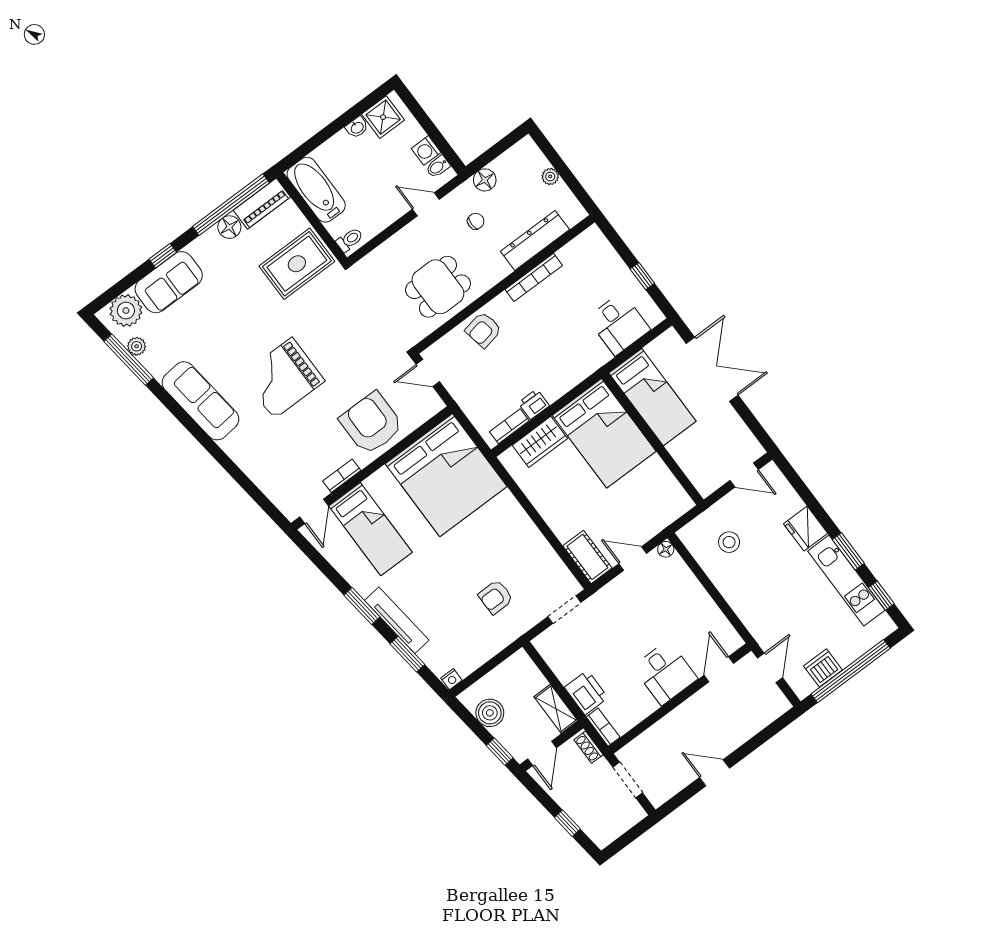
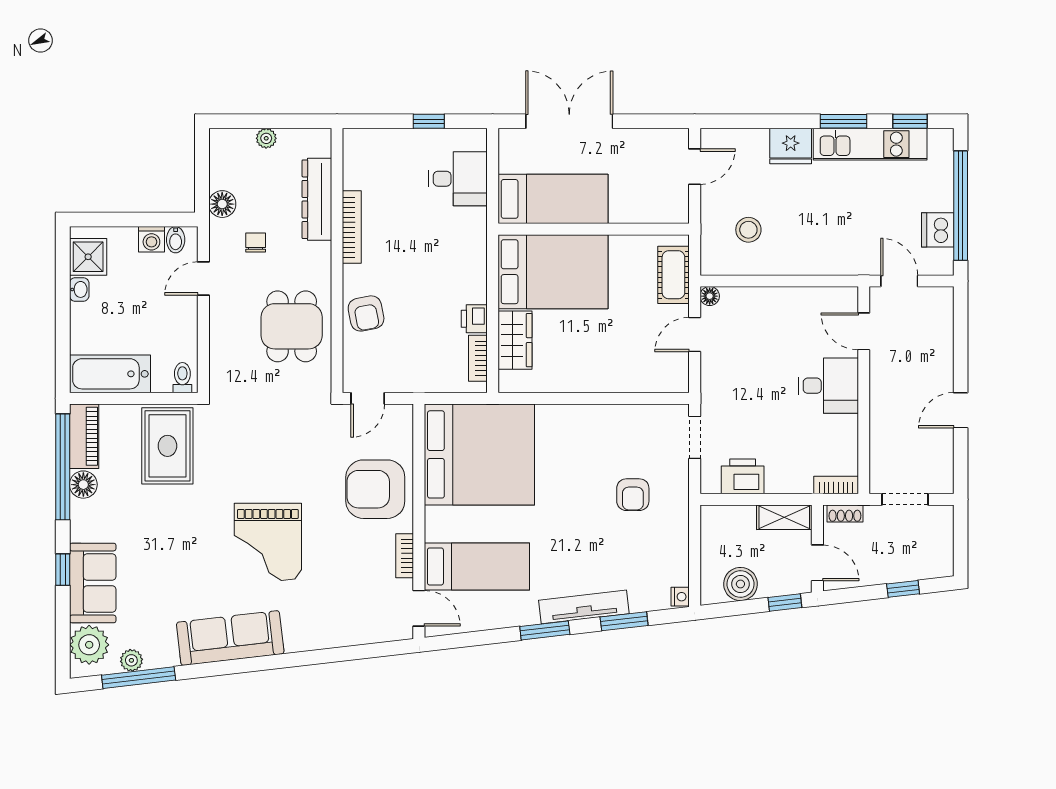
cot: (587, 557) -> (673, 275), moved, turned 90
printer: (586, 693) -> (743, 476), moved

